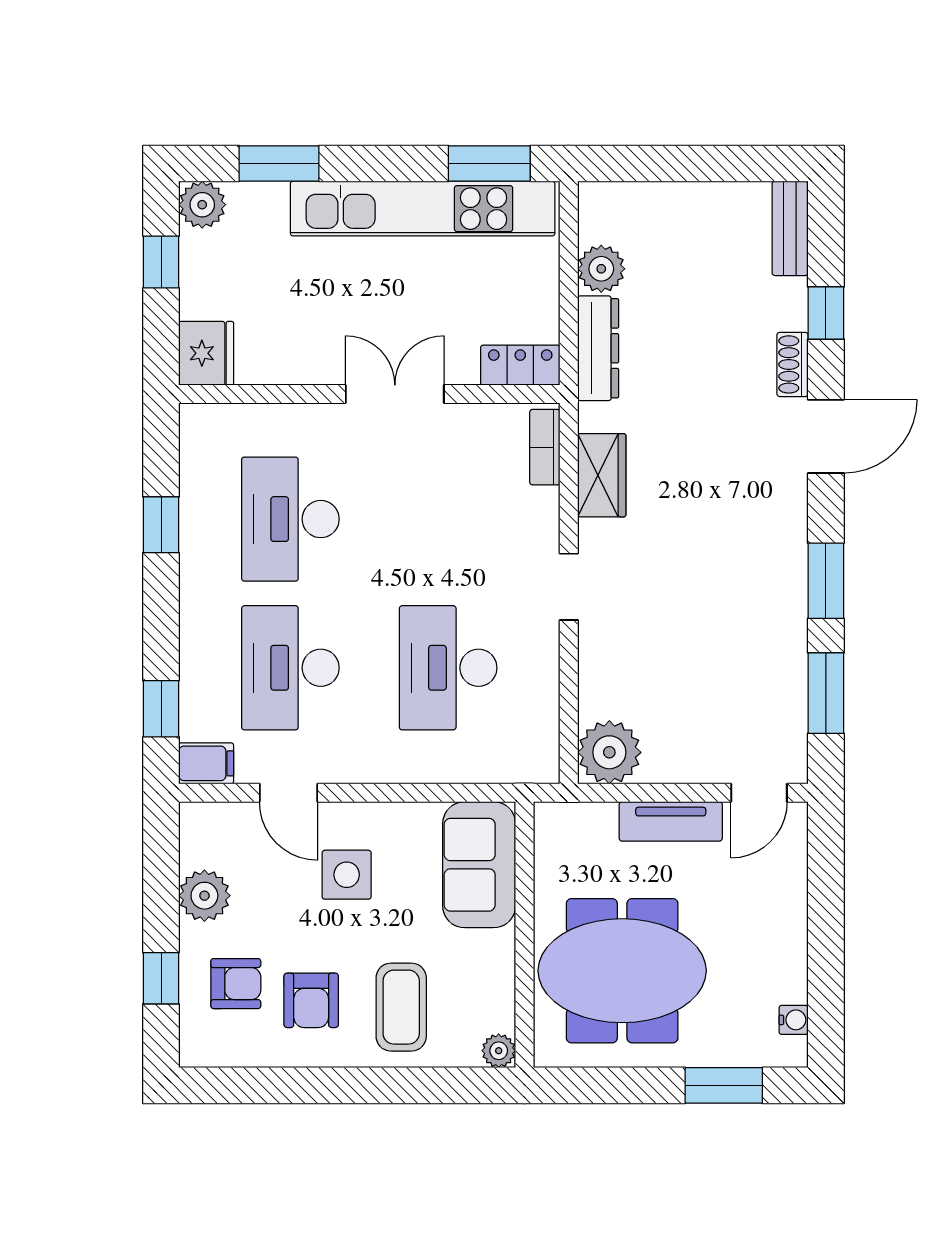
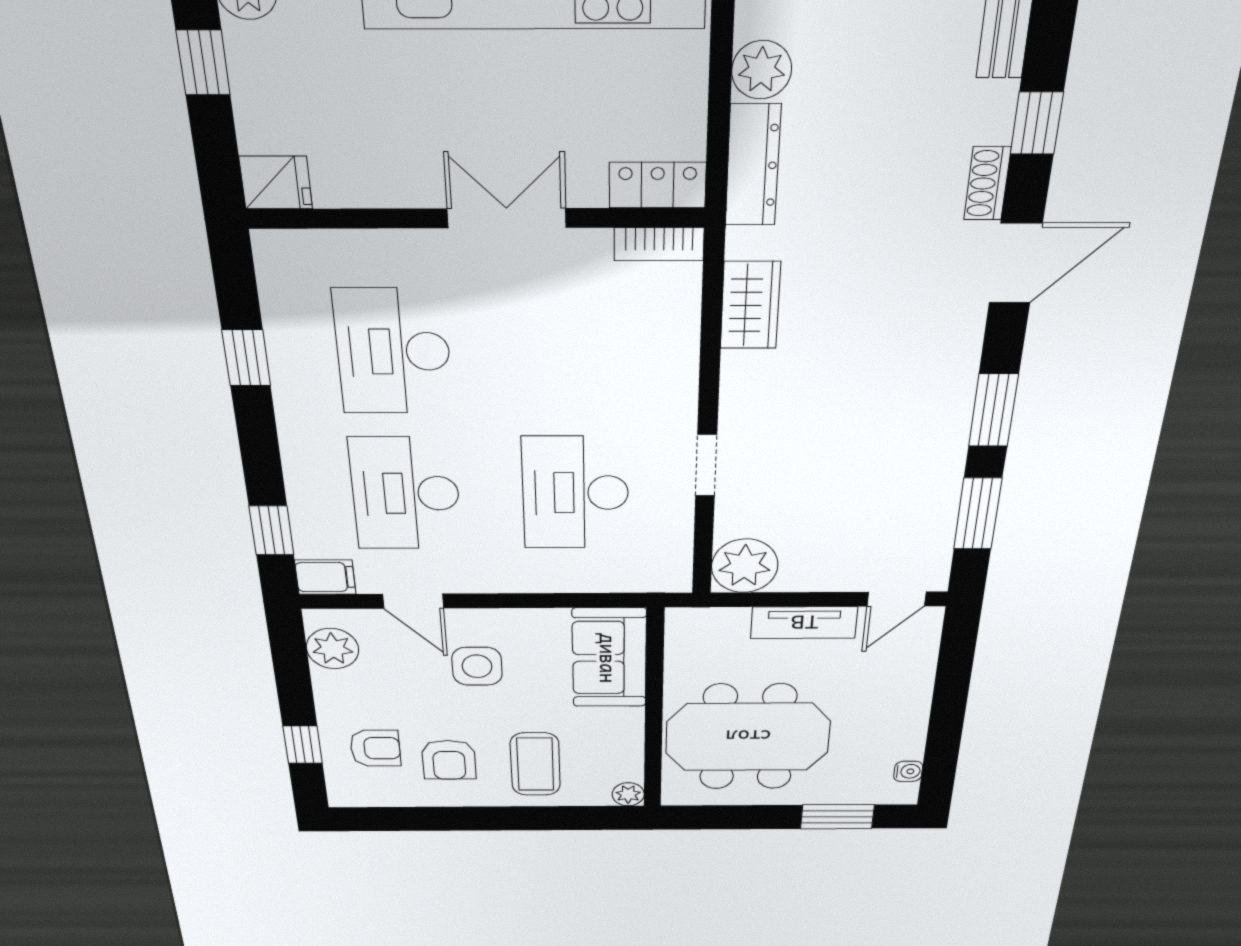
fridge: (206, 353) -> (276, 183), width x0.72
bookcase: (545, 447) -> (659, 244), moved, turned -90
doorway: (569, 587) -> (706, 465), moved
plant: (204, 896) -> (333, 649), moved

